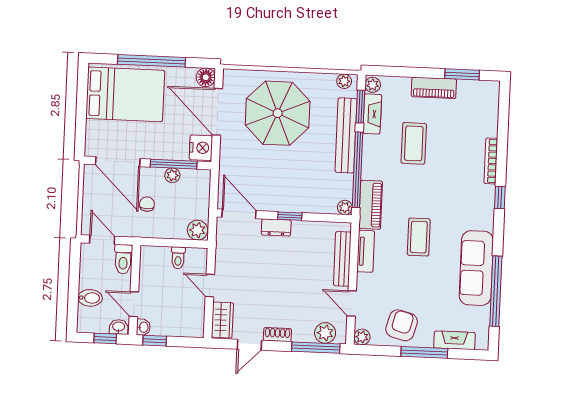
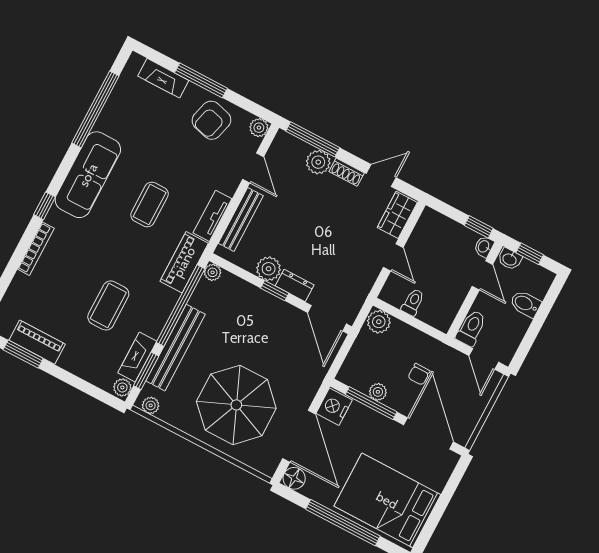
piano: (434, 88) -> (37, 342), moved
plant: (303, 231) -> (269, 269), added
sofa: (476, 268) -> (88, 175), moved
plant: (325, 333) -> (318, 162), moved

